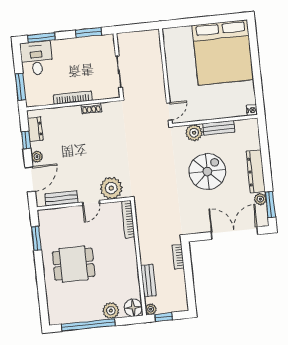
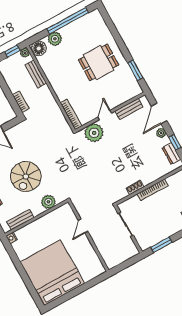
door: (169, 112) -> (83, 226), moved
bench: (219, 128) -> (20, 220), moved

